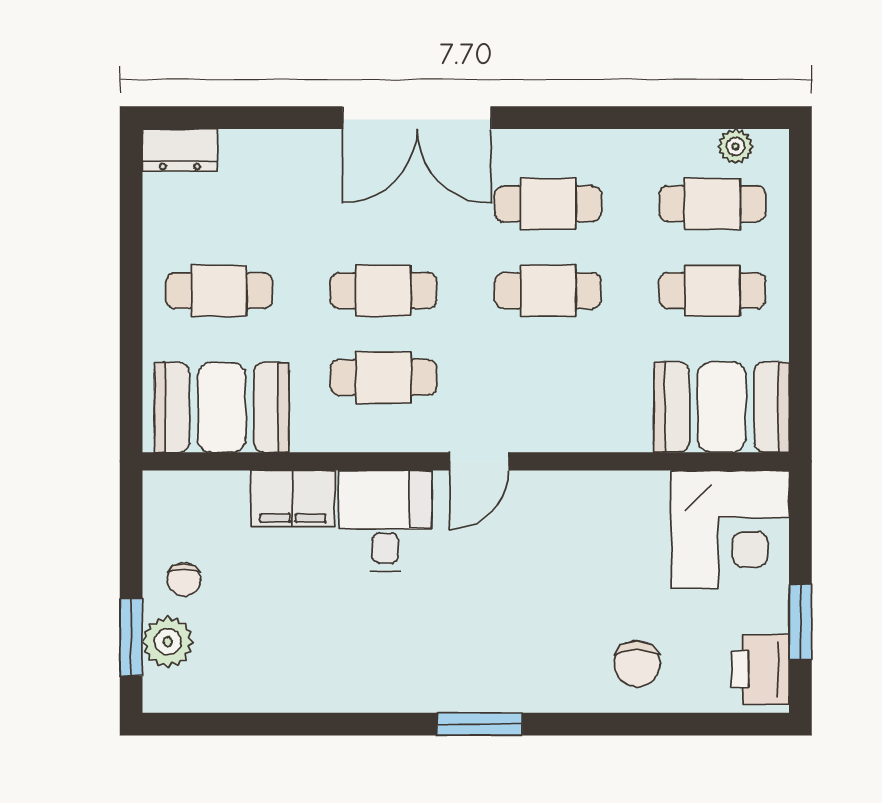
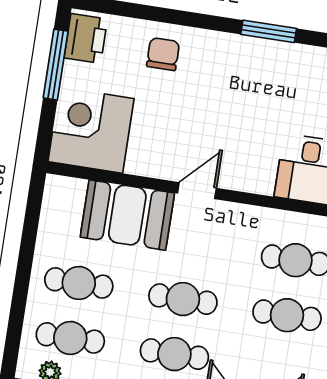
booth: (722, 407) -> (127, 215), moved
door: (479, 461) -> (197, 191), moved
window: (800, 622) -> (56, 65), width x1.44

